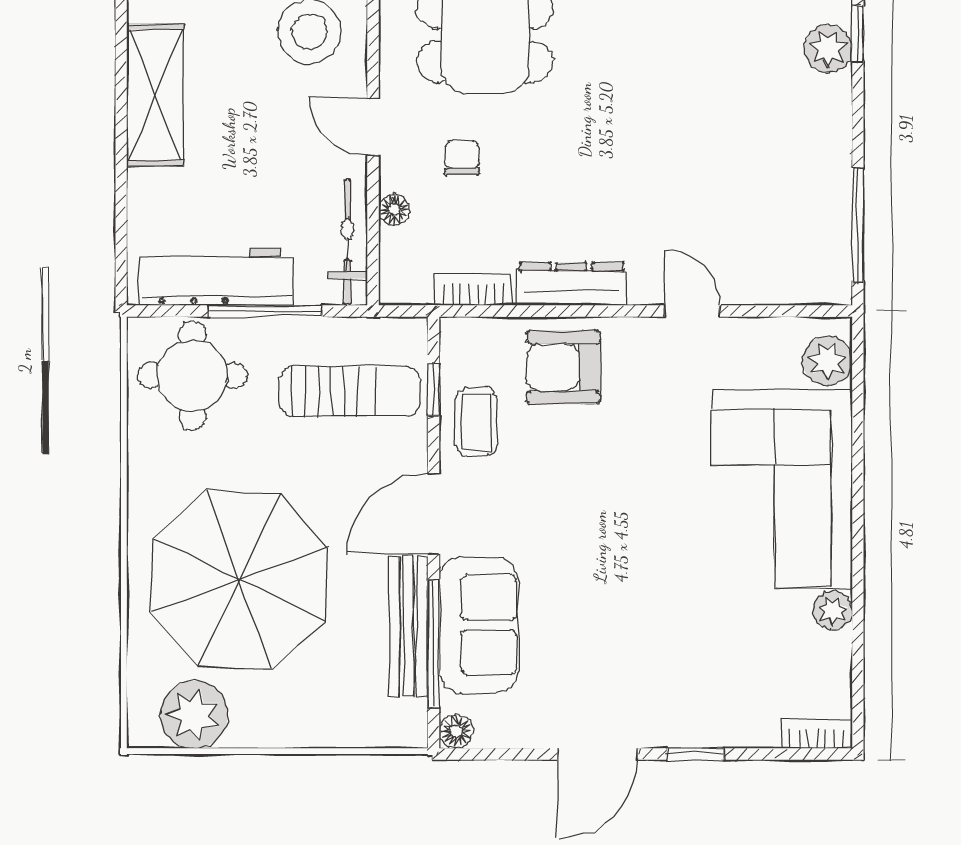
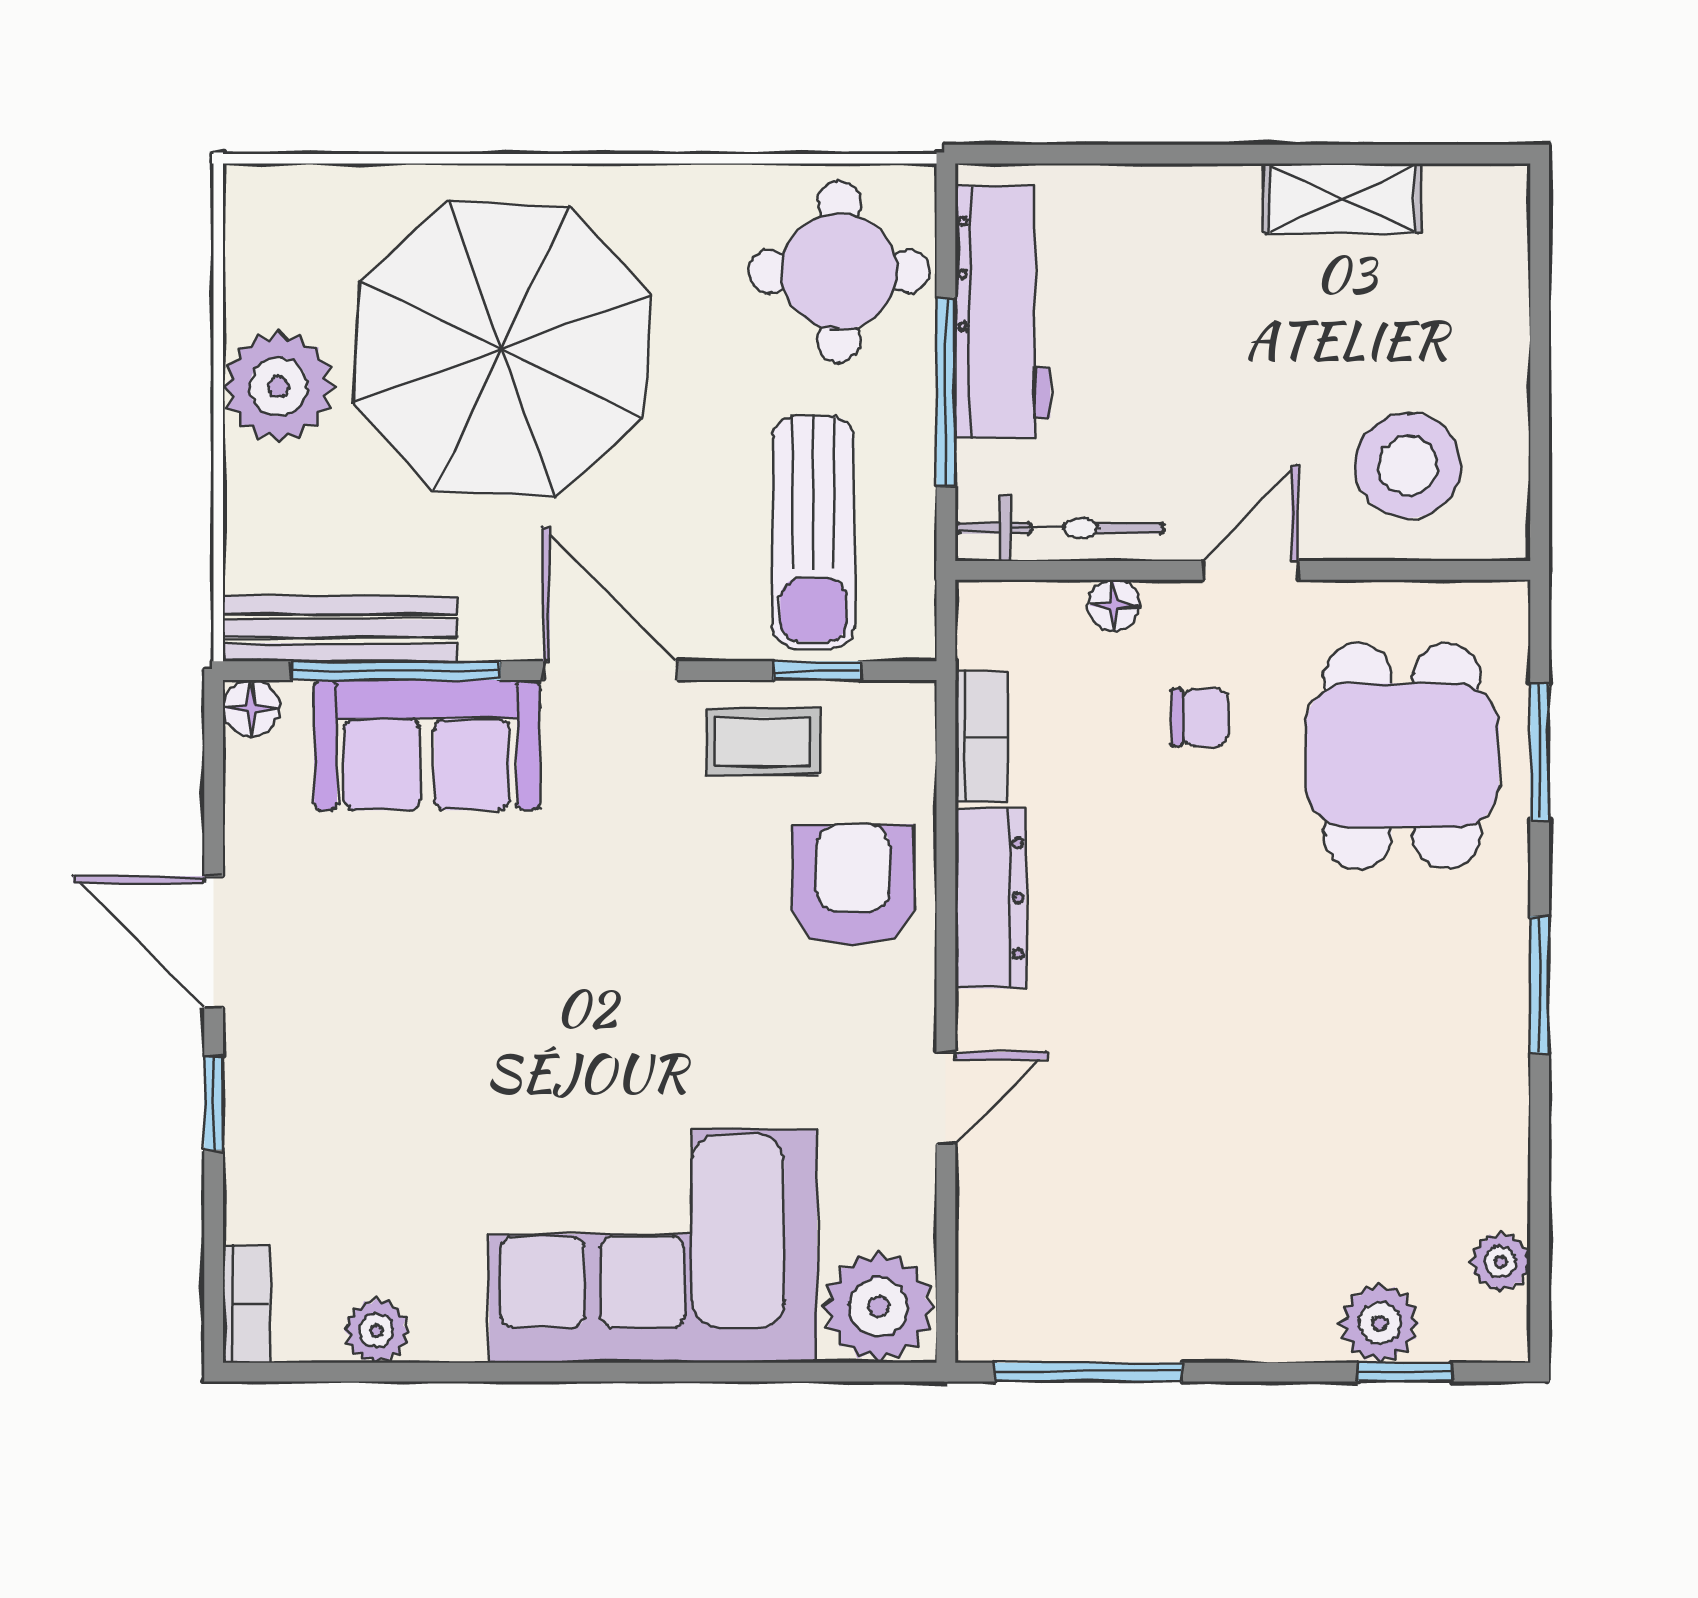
shelving: (155, 95) -> (1342, 199), width x0.67, depth x0.75
plant: (828, 361) -> (879, 1307), width x1.36, depth x1.36
plant: (833, 610) -> (376, 1331), moved
bench: (408, 627) -> (340, 629), moved
plant: (194, 715) -> (279, 387), moved

